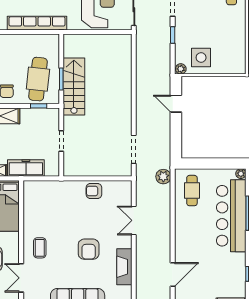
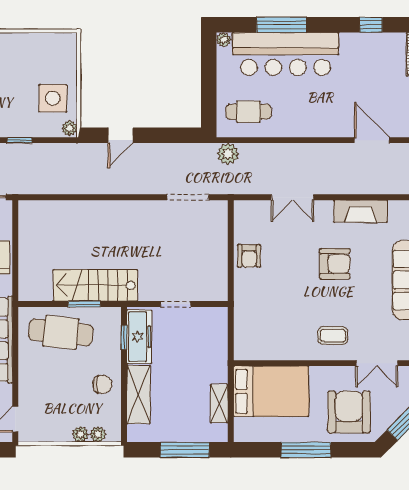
cafe table: (38, 79) -> (61, 332), moved
freezer: (26, 168) -> (139, 337), moved, turned 180

